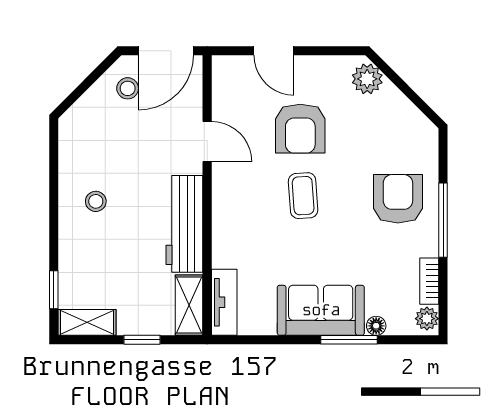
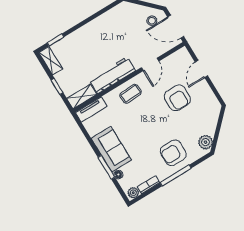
plant: (367, 79) -> (205, 142), moved
armchair: (300, 129) -> (177, 98), turned -90
coffee table: (303, 196) -> (131, 94), moved
armchair: (398, 199) -> (173, 153), turned 180
stool: (96, 201) -> (100, 35), removed

